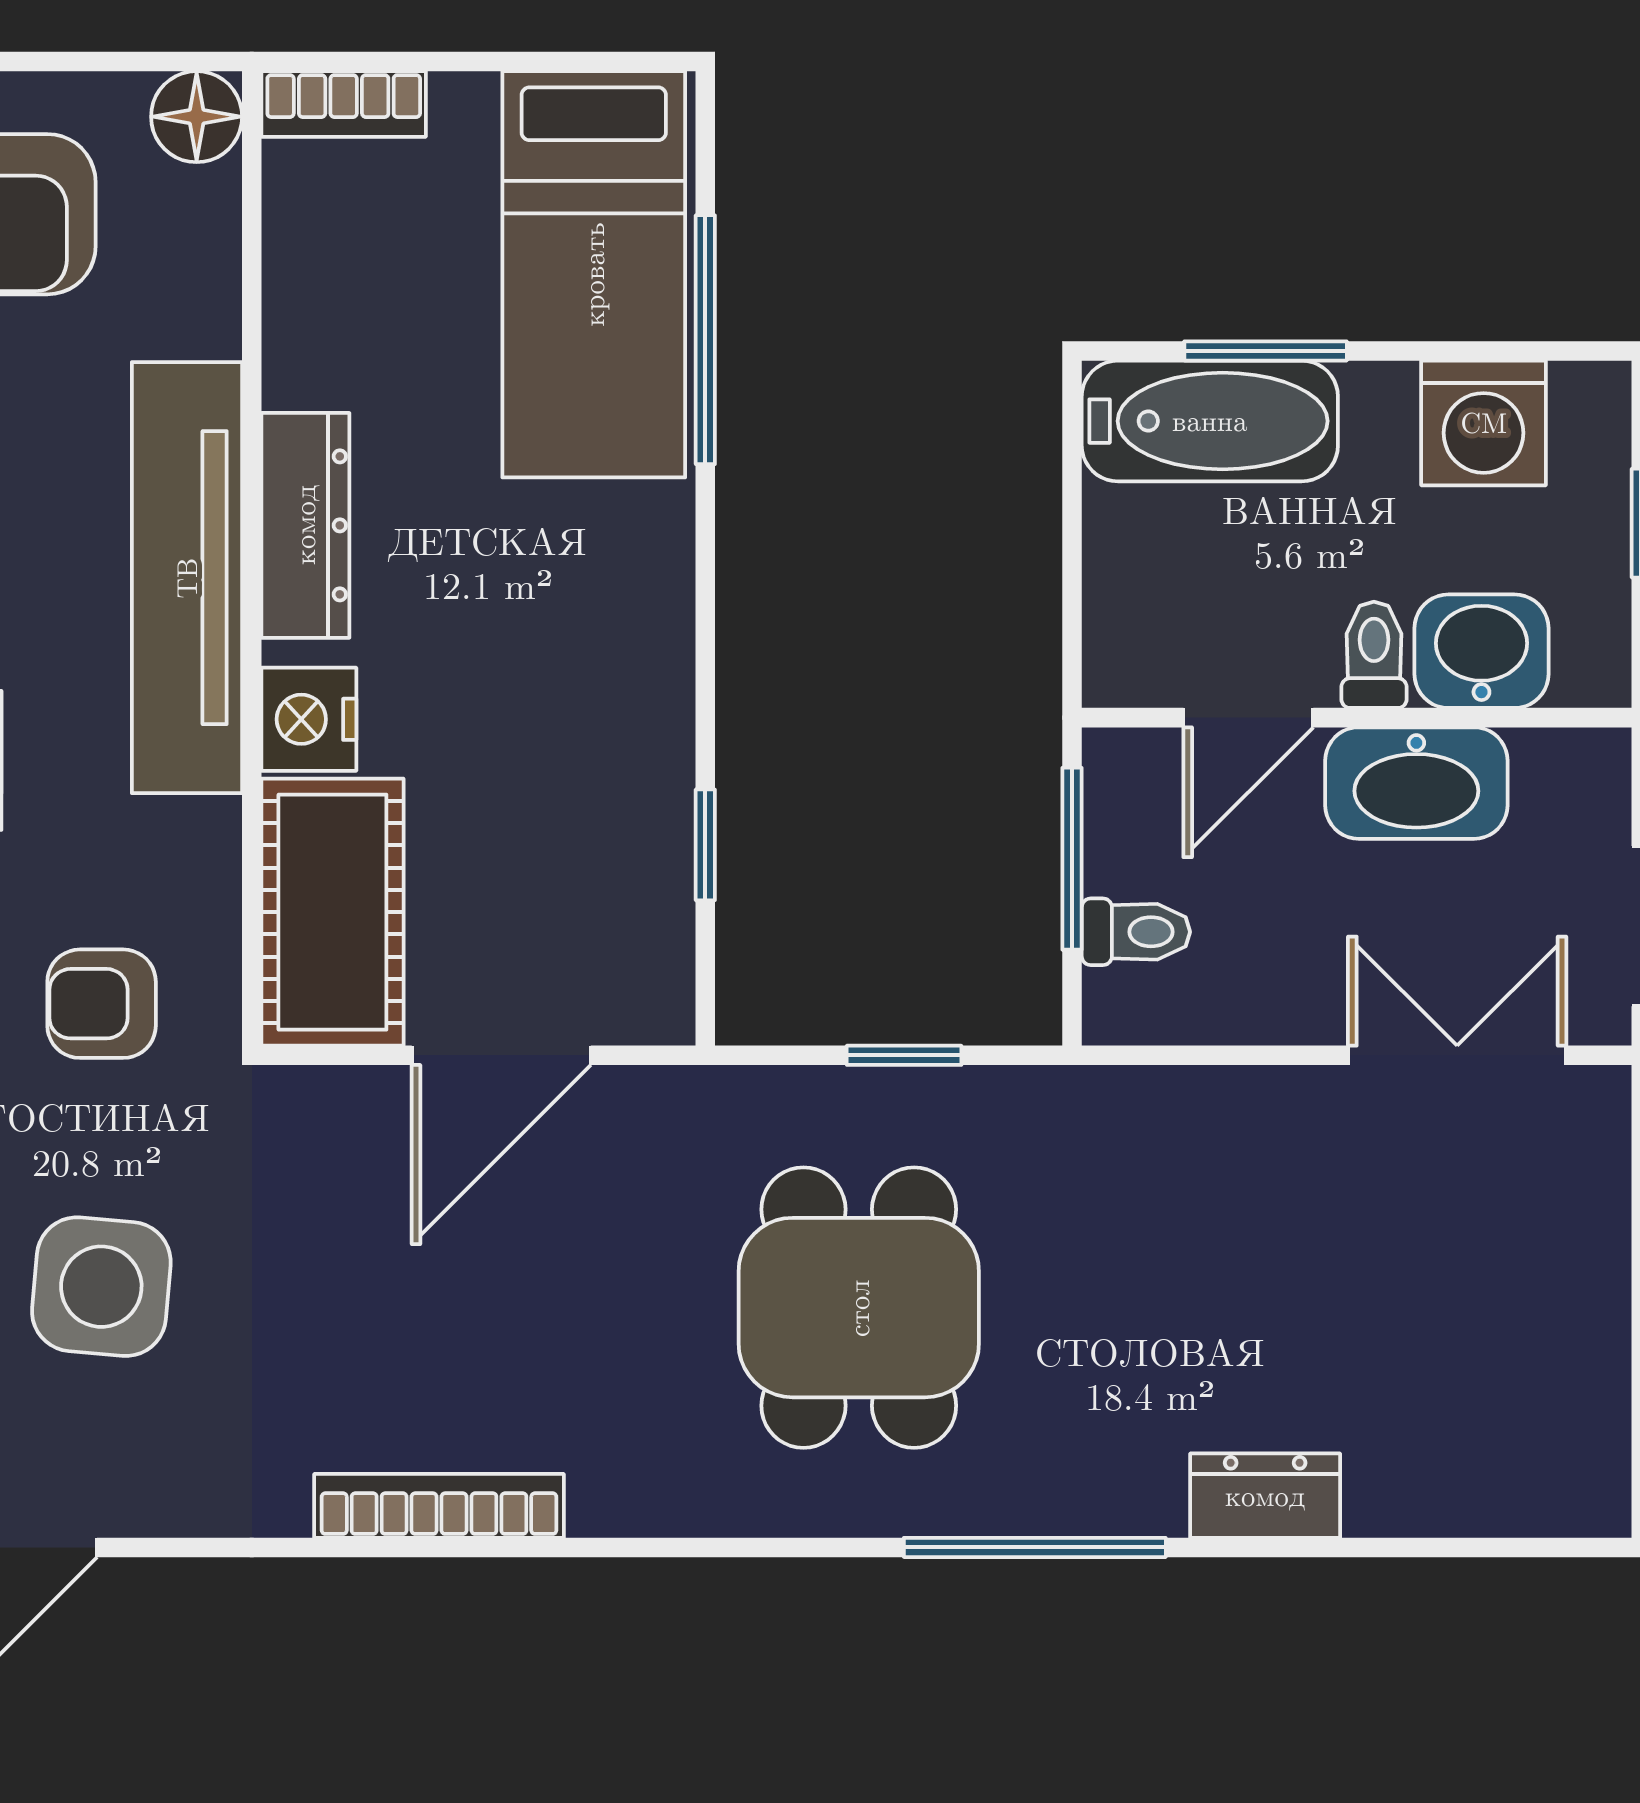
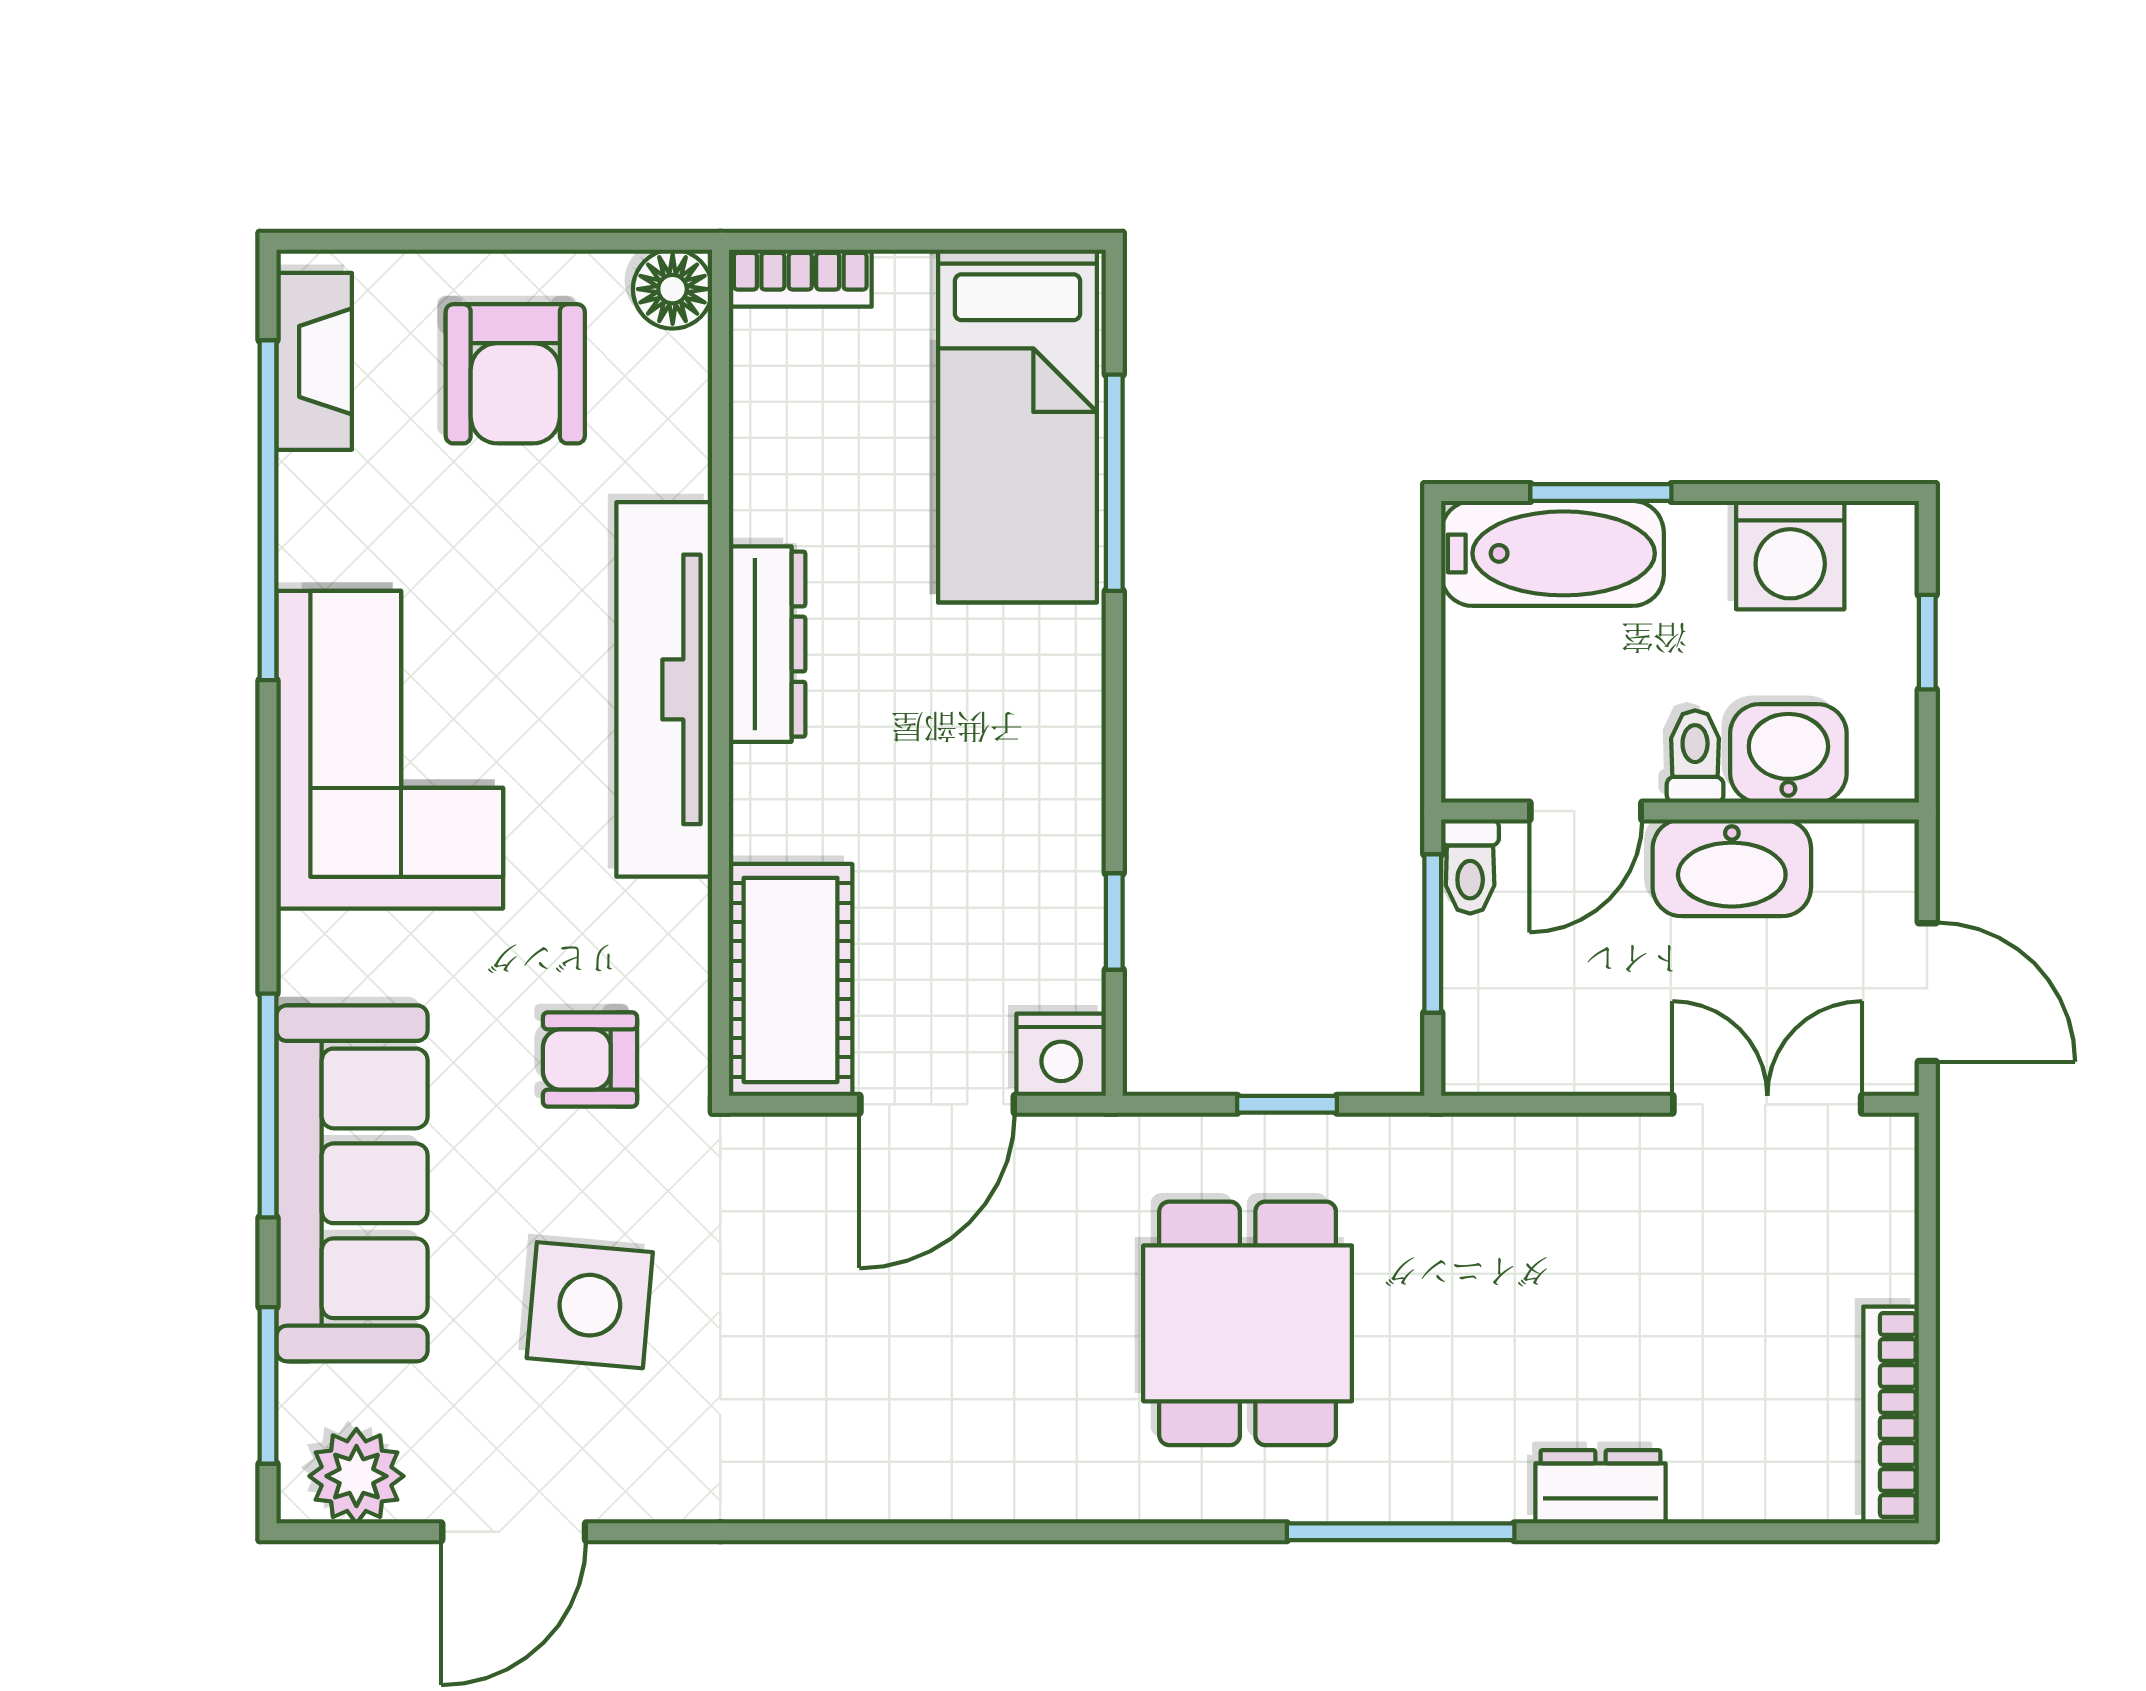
nightstand: (309, 719) -> (1061, 1055), moved, turned -90
toilet: (1136, 932) -> (1470, 866), moved, turned 90
bookcase: (439, 1506) -> (1891, 1415), moved, turned -90

